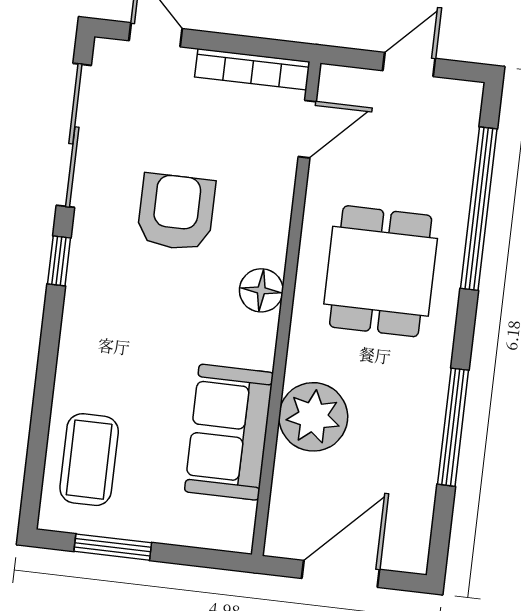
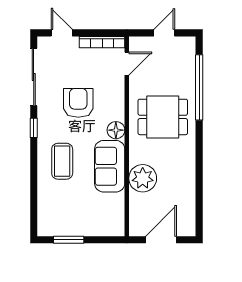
dining table: (381, 271) -> (163, 117), turned 90
window: (453, 427) -> (199, 176), removed
sofa: (229, 432) -> (110, 166), moved
coffee table: (89, 460) -> (62, 161), moved

